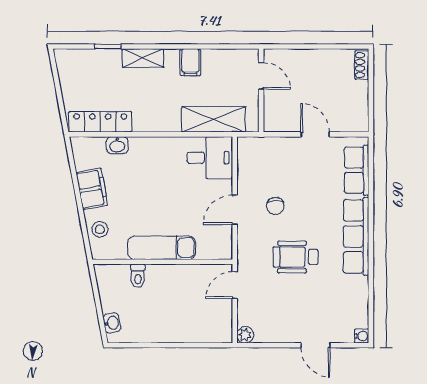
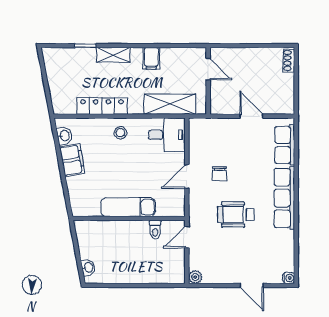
locker: (100, 122) -> (102, 106), moved
washbasin: (117, 145) -> (64, 136), moved, turned -101
stool: (100, 229) -> (120, 133), moved
toilet: (138, 276) -> (155, 230), moved

